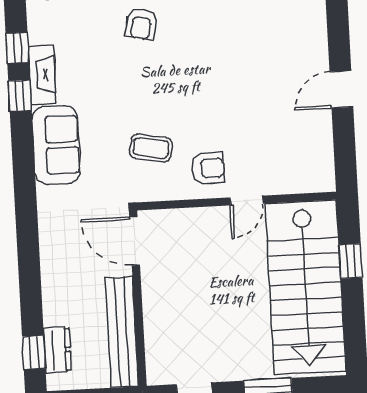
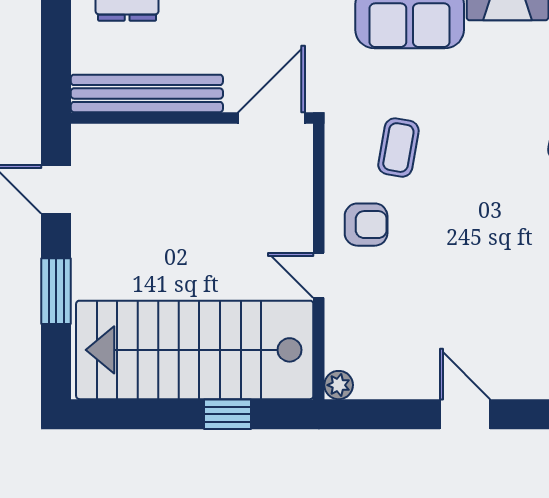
armchair: (208, 168) -> (366, 225), turned -89
plant: (325, 182) -> (339, 385), added

